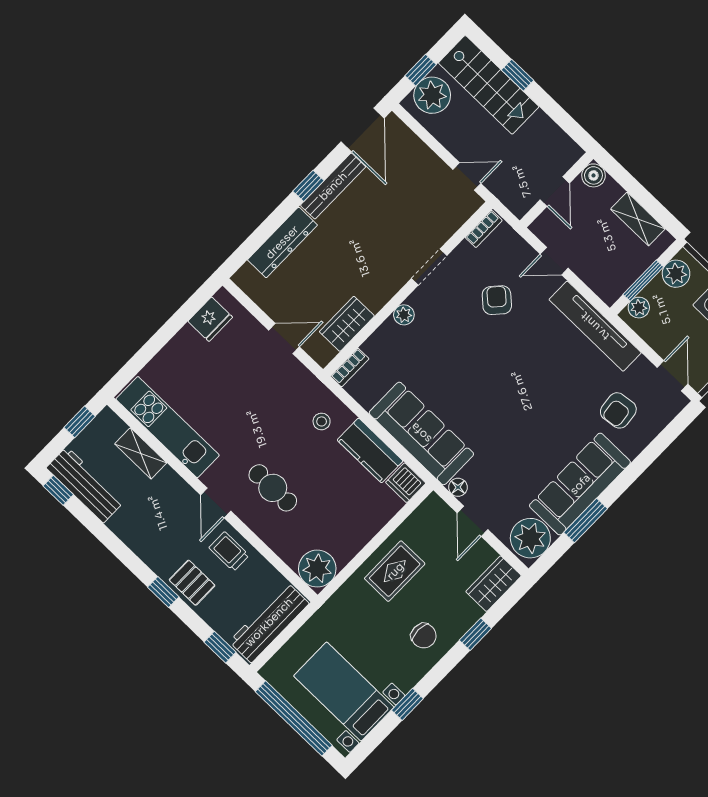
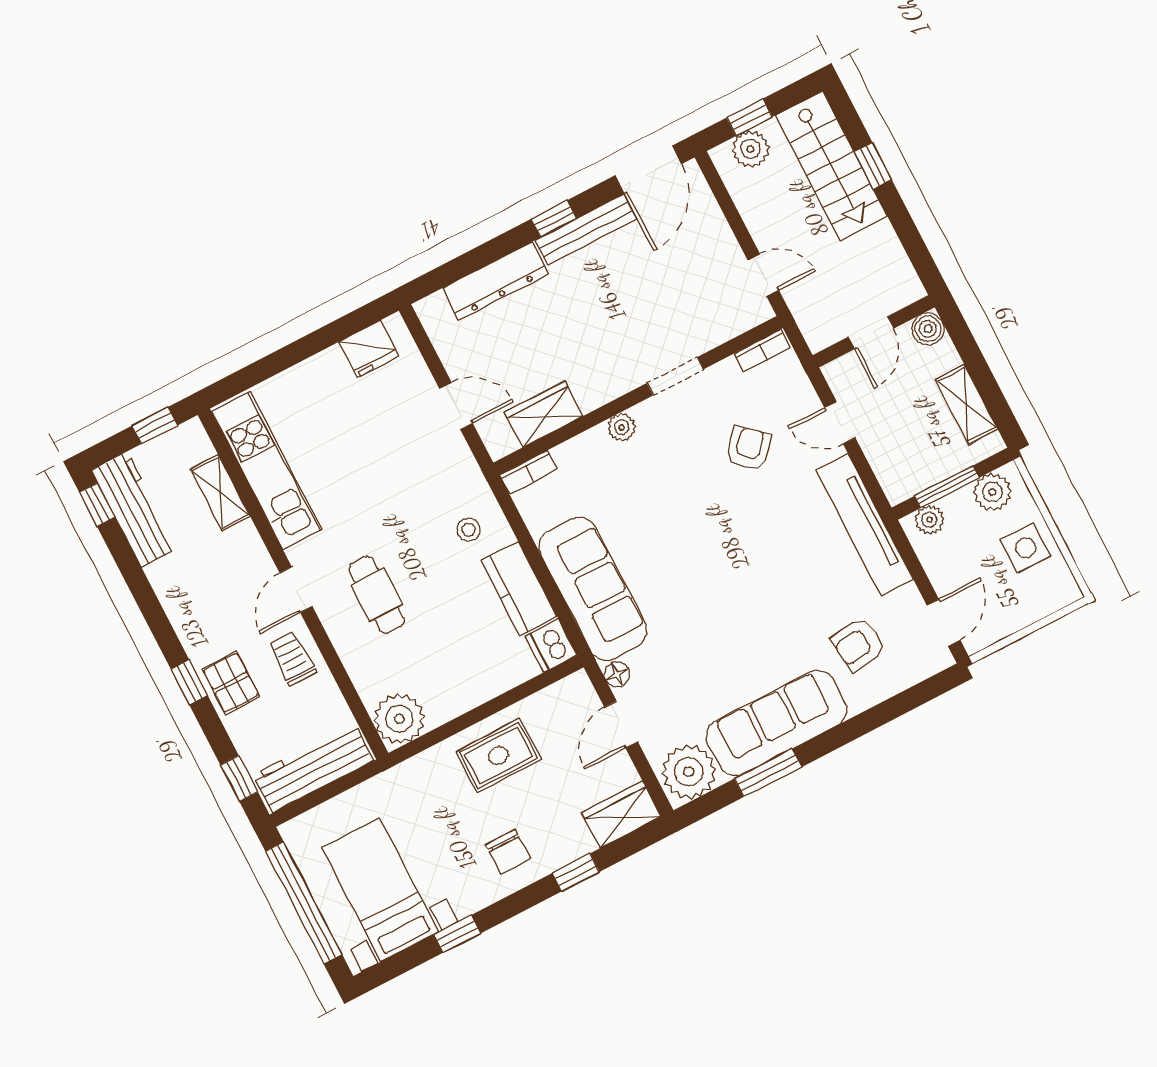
plant: (432, 95) -> (751, 149), width x0.73, depth x0.73

